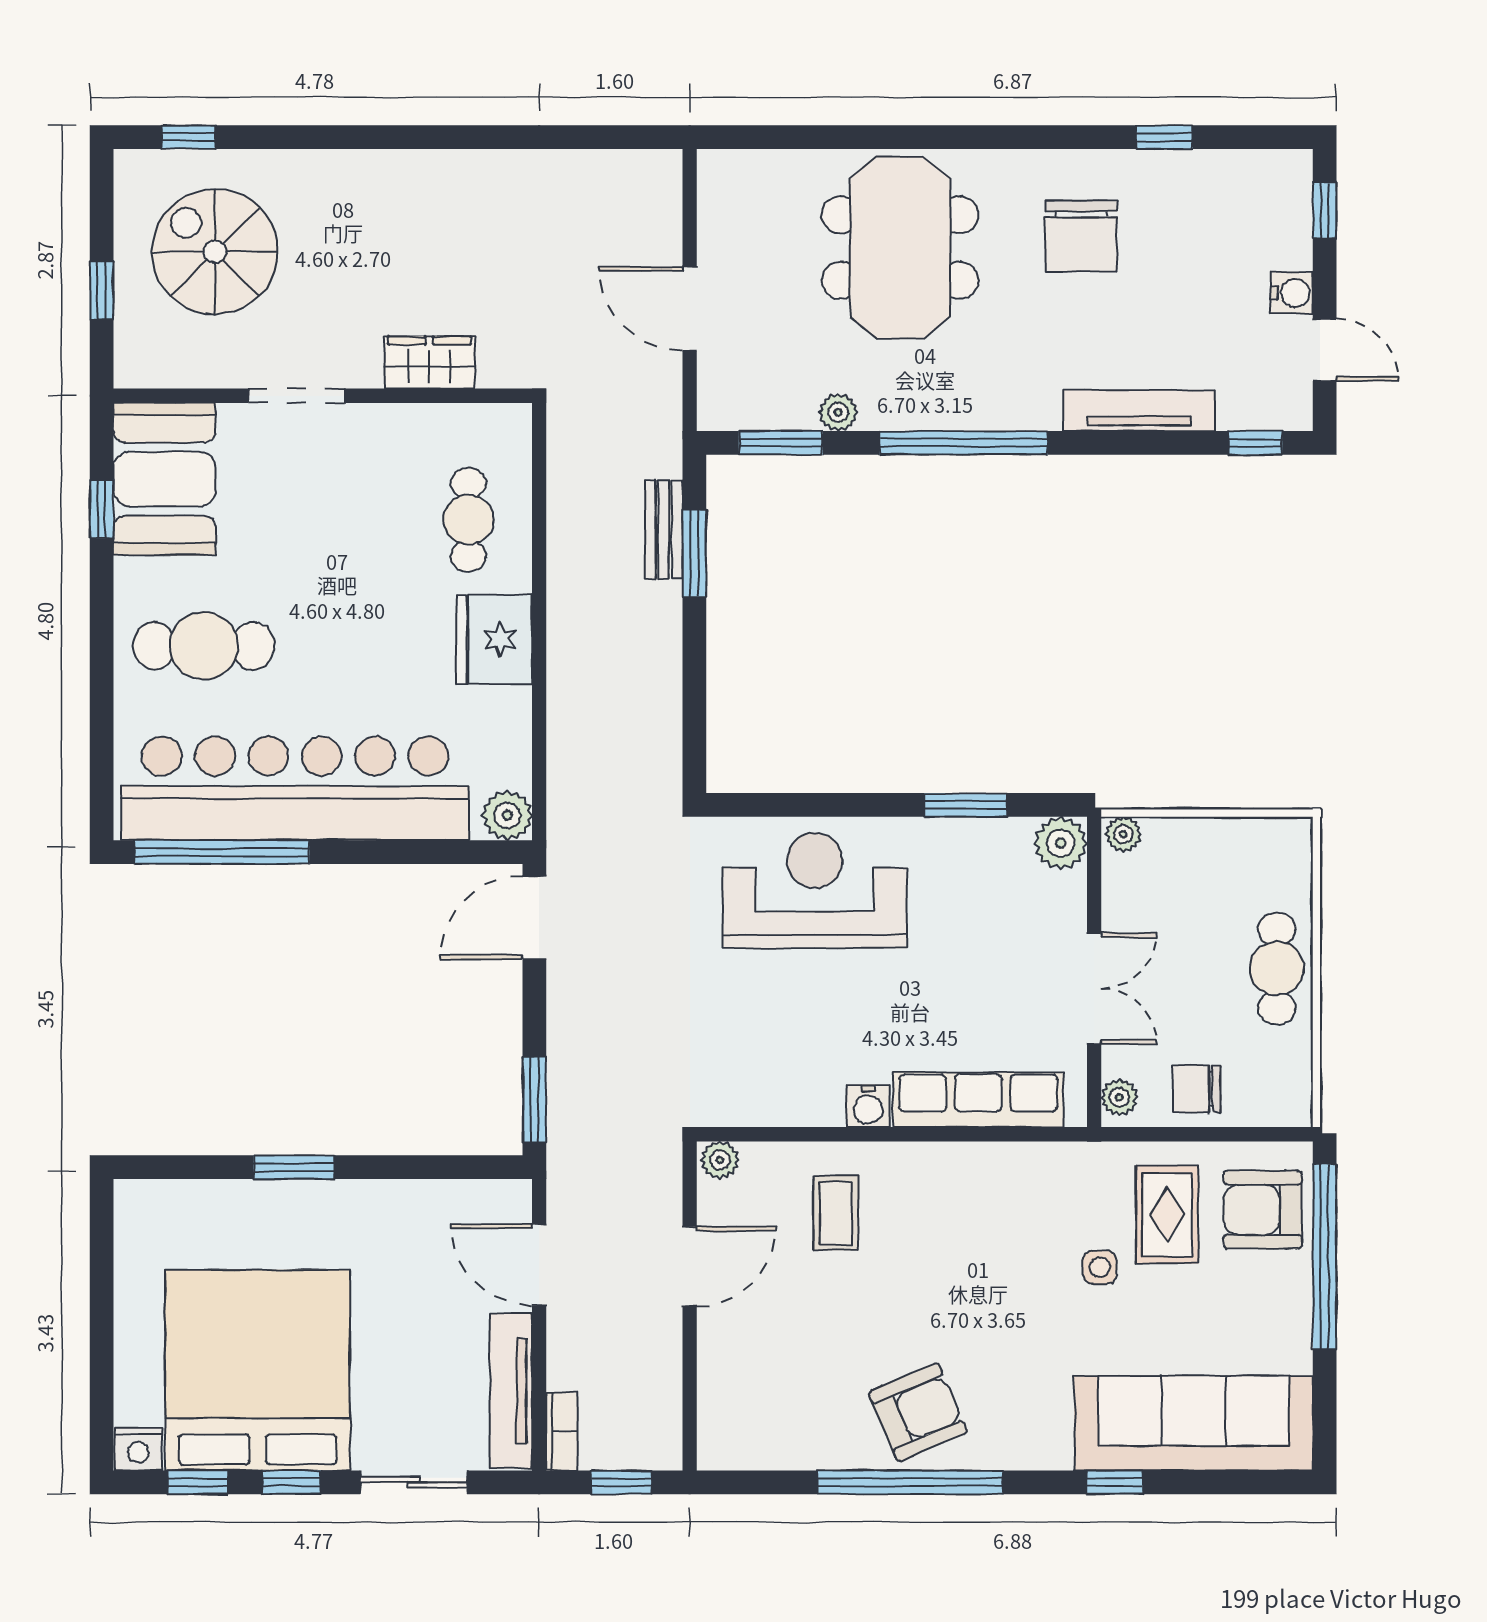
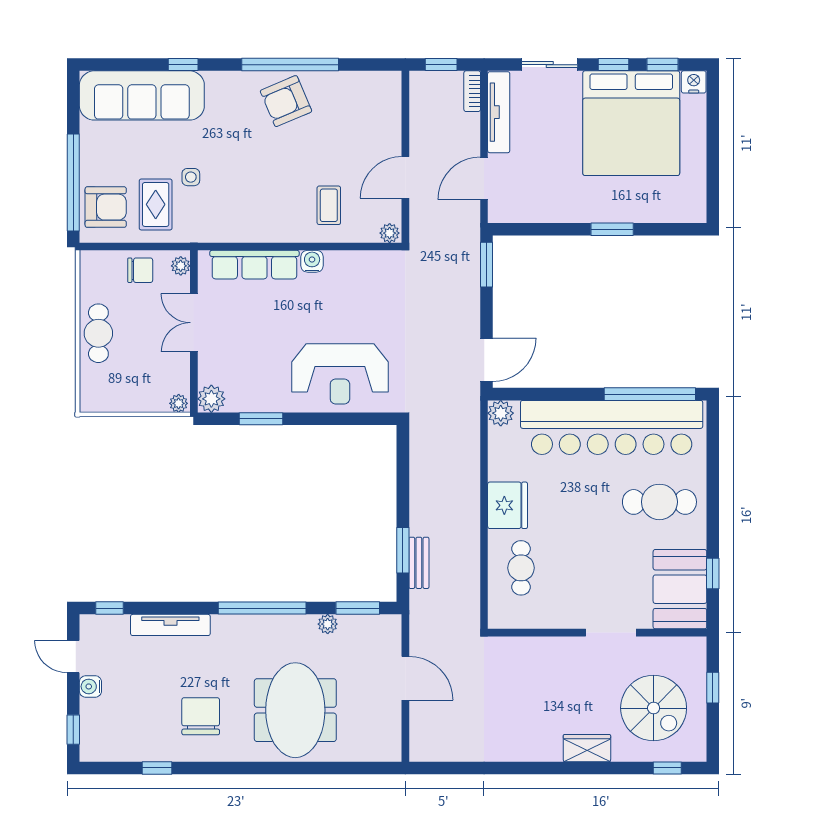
wardrobe: (429, 363) -> (587, 748), moved, turned 180
door: (539, 1265) -> (484, 178), swing flipped

